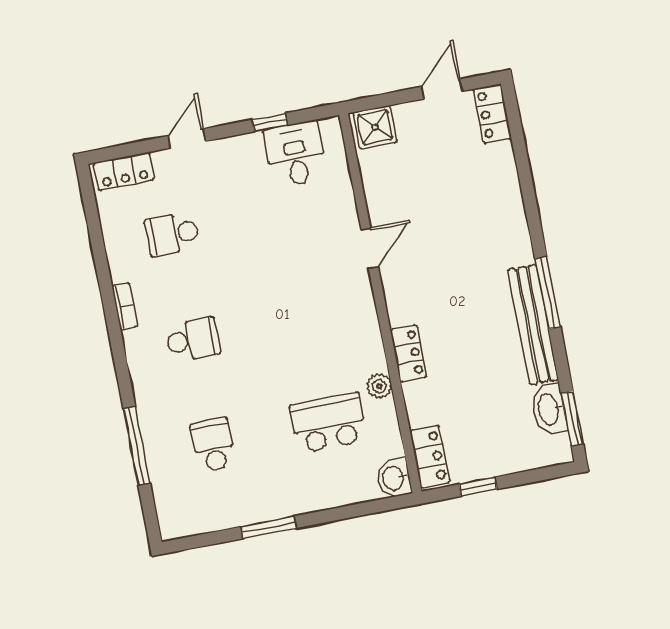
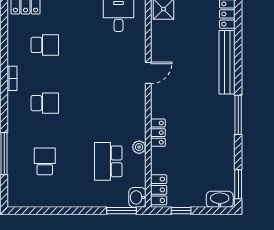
school desk: (172, 234) -> (45, 45), turned 180
bench: (533, 325) -> (227, 62), moved
washbasin: (549, 409) -> (220, 199), moved, turned 90
school desk: (328, 423) -> (108, 161), turned -90
window: (269, 527) -> (121, 211), moved

